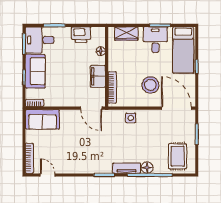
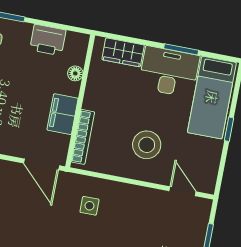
desk: (155, 40) -> (169, 72), width x1.37
door: (177, 108) -> (183, 191), width x0.53
side table: (131, 118) -> (89, 206), moved

